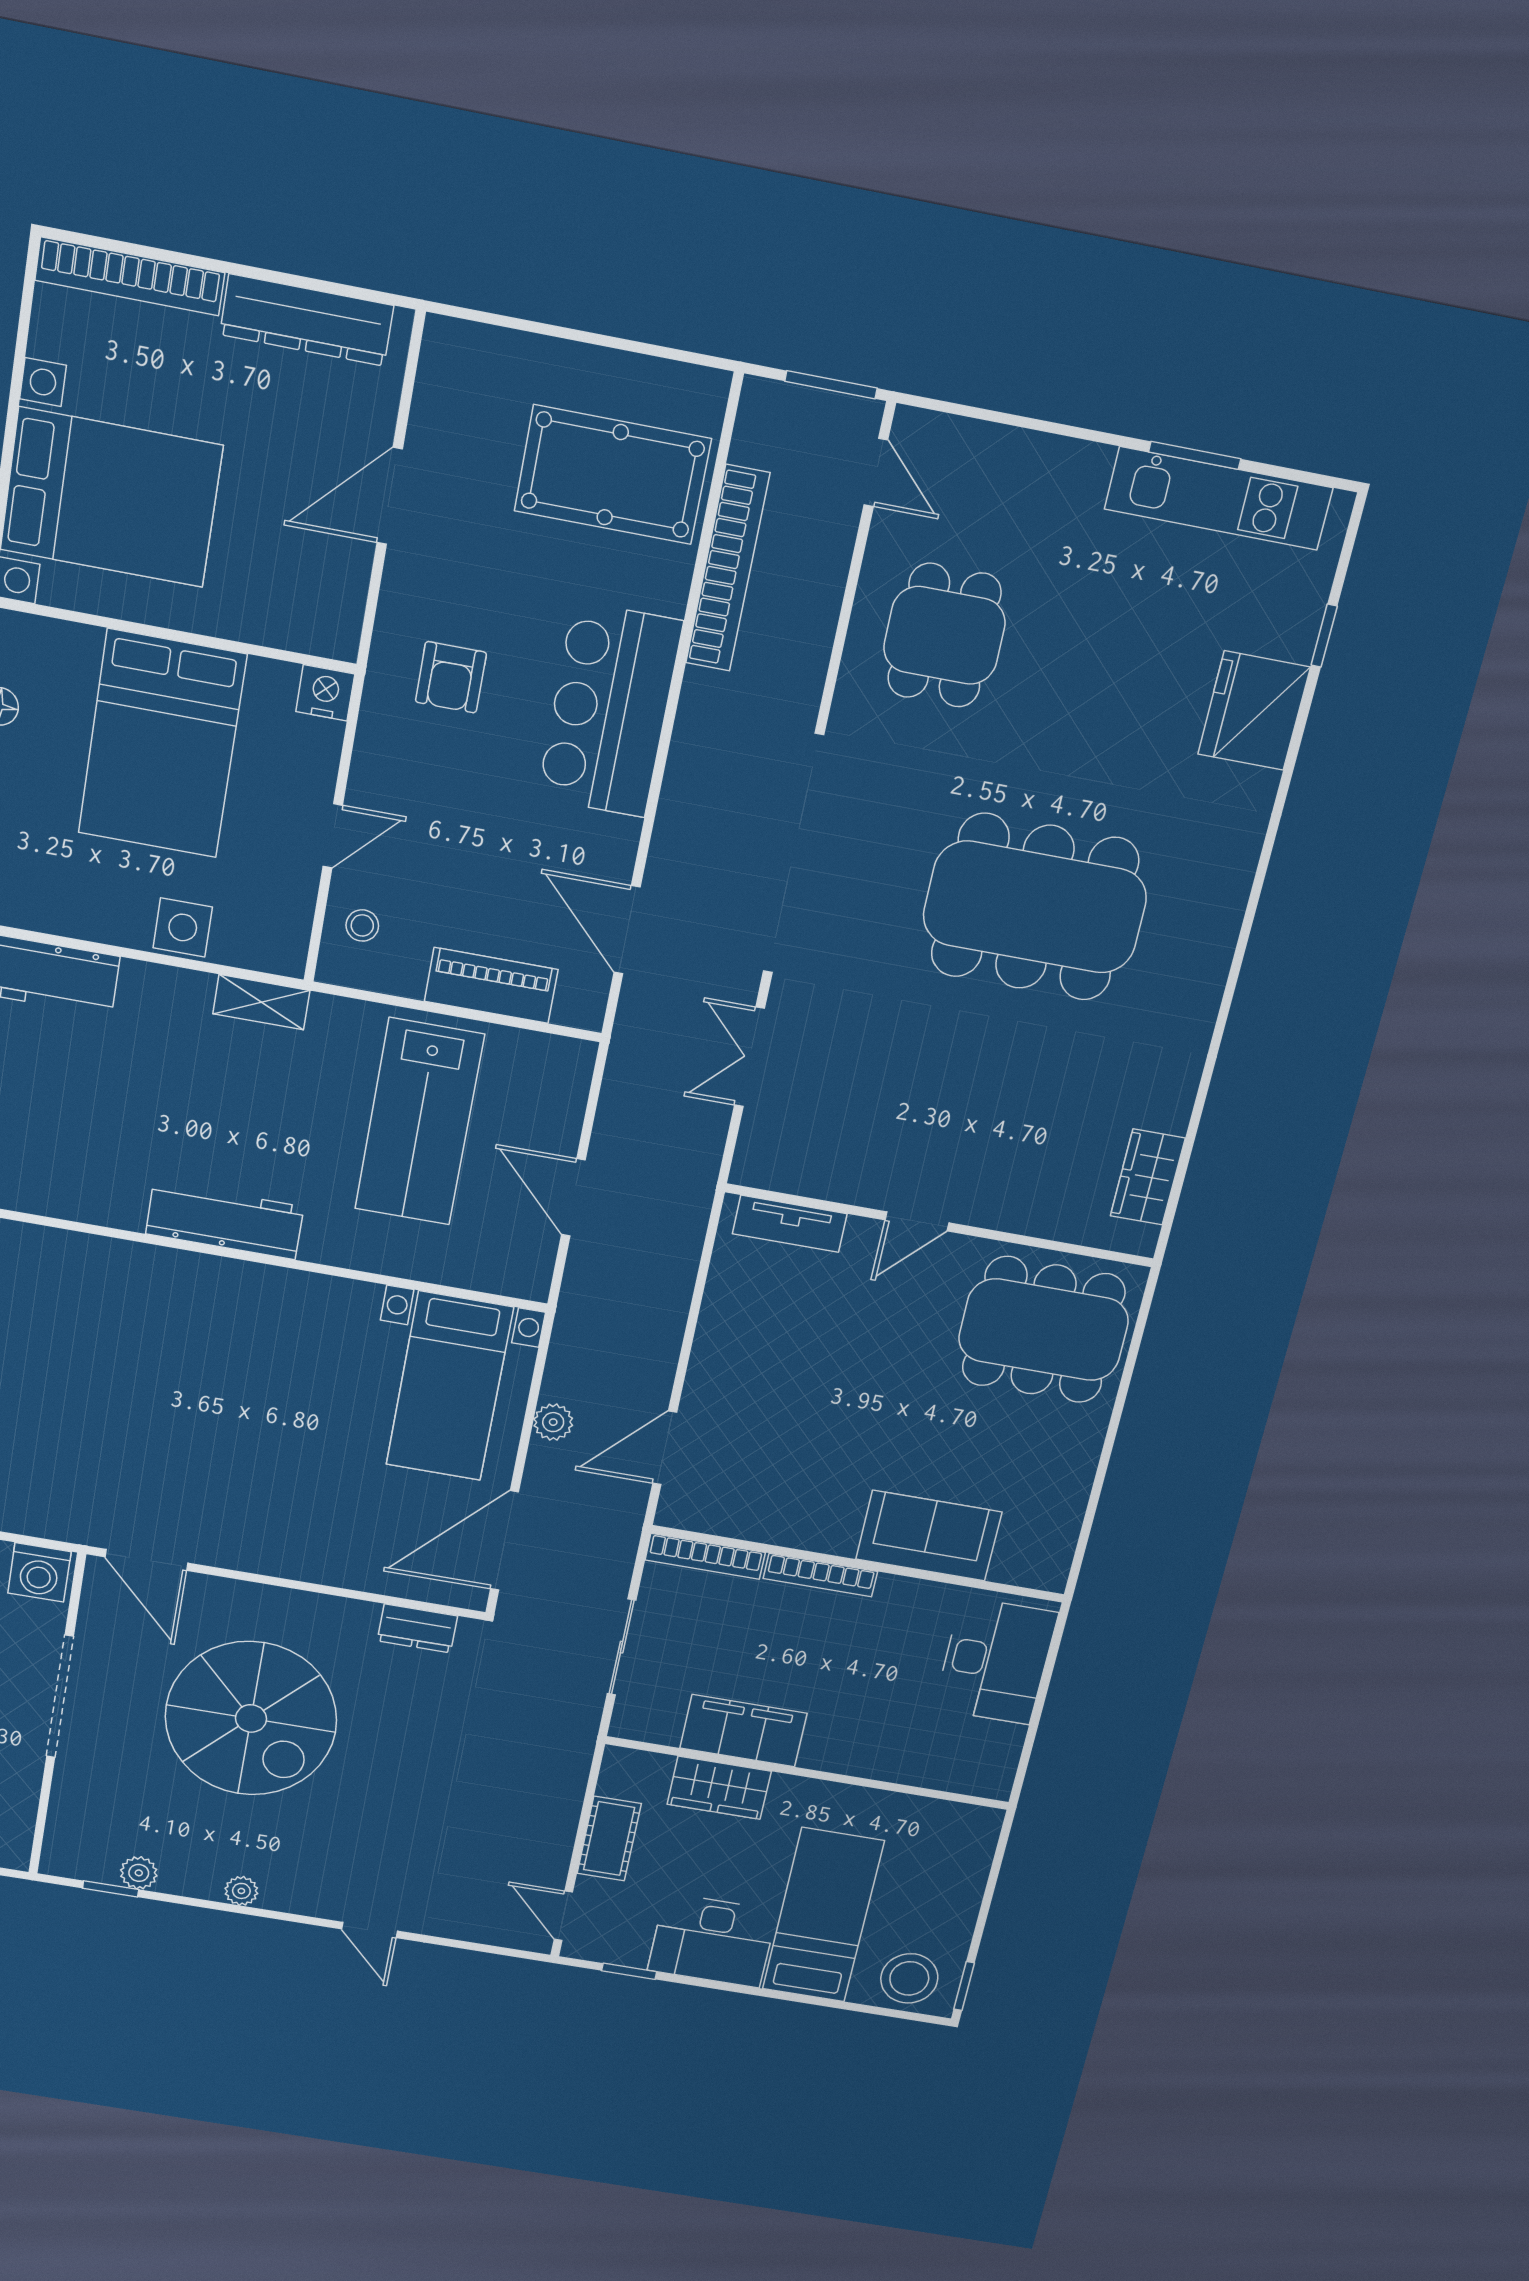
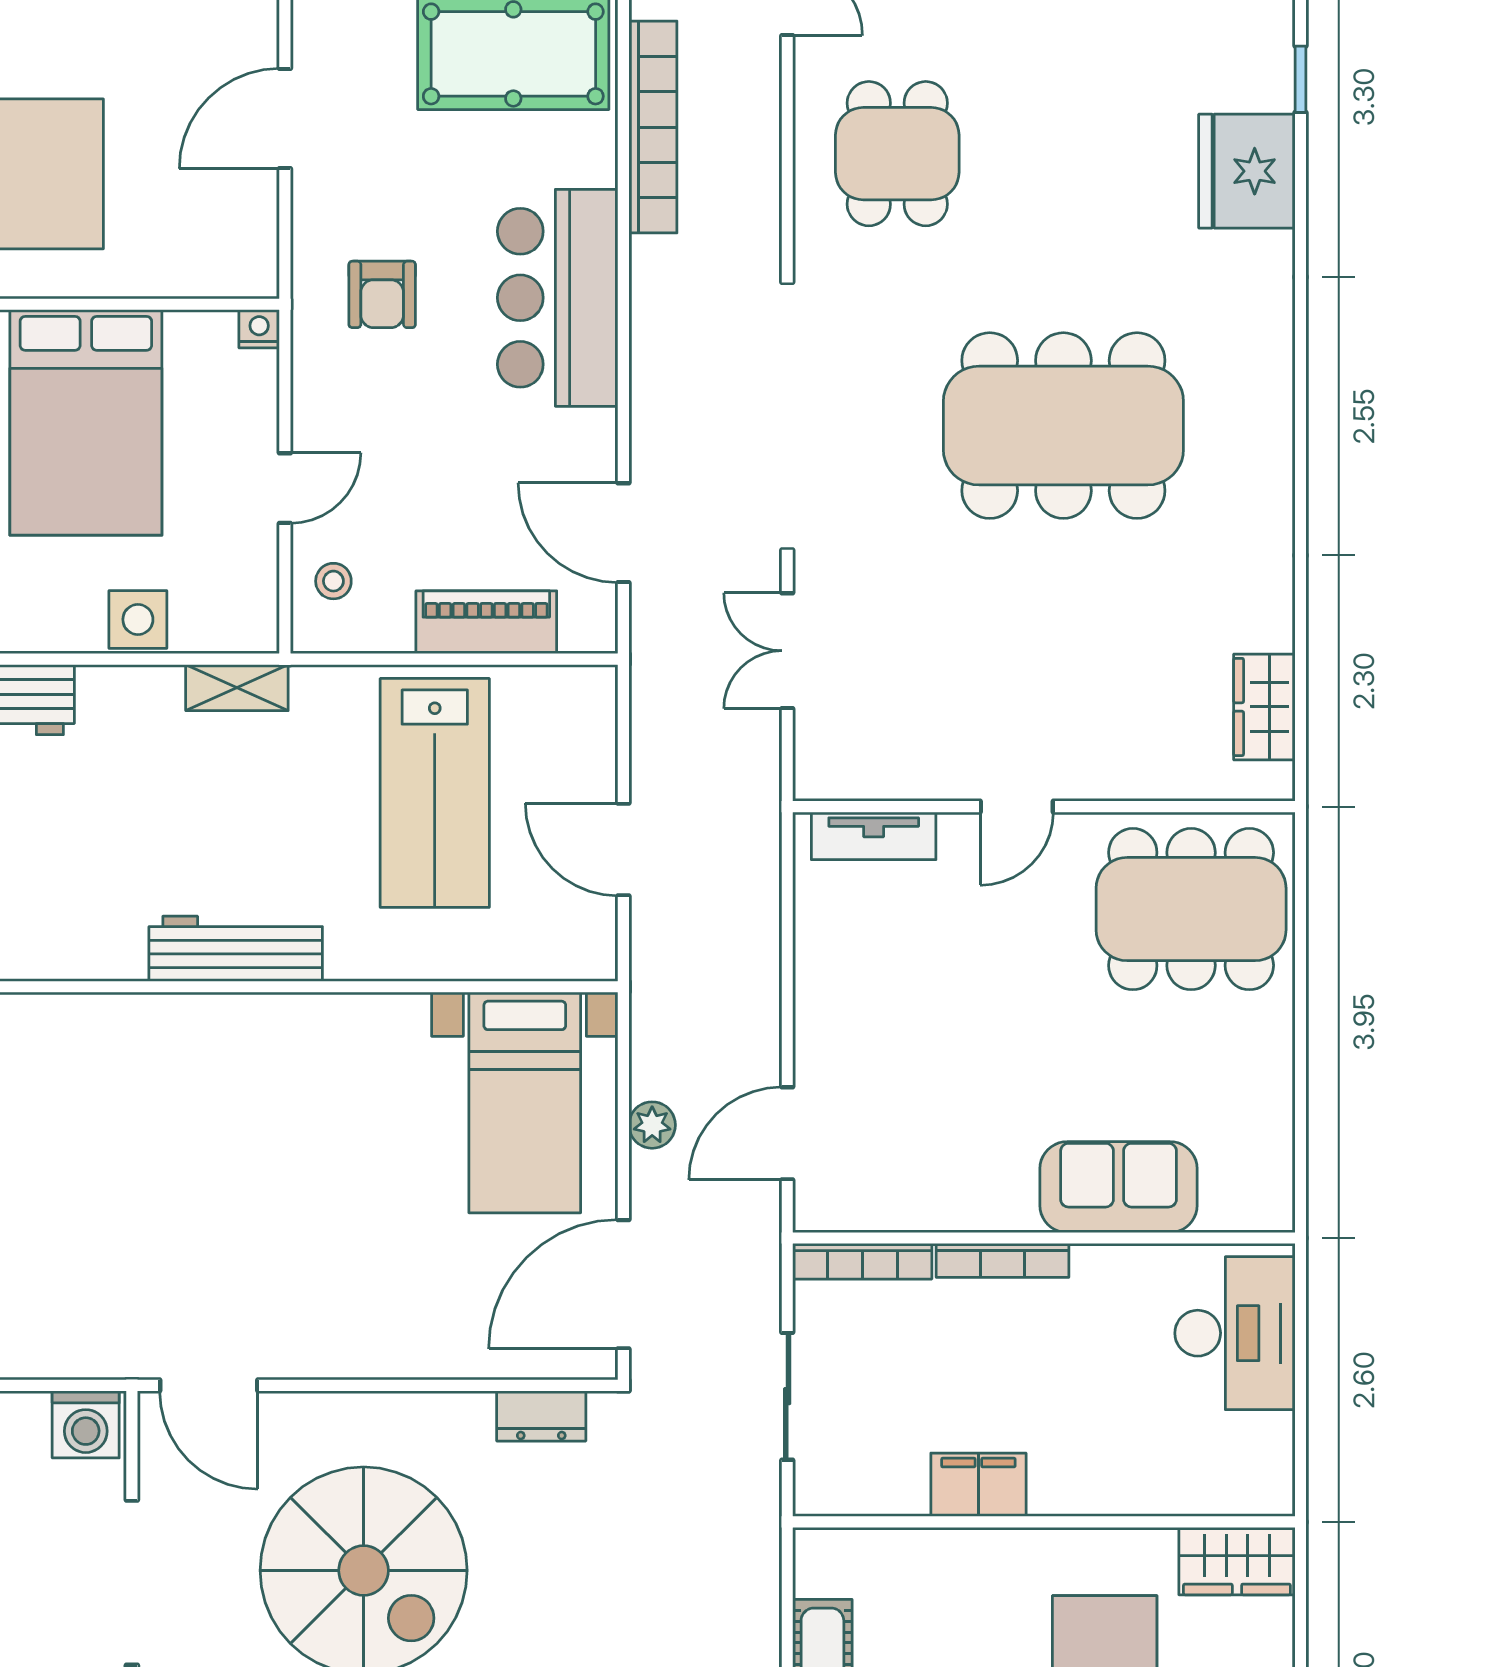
nightstand: (325, 693) -> (259, 329), width x0.72, depth x0.74
filing cabinet: (743, 1731) -> (978, 1485), width x0.67, depth x0.86
wardrobe: (719, 1788) -> (1237, 1561), moved

